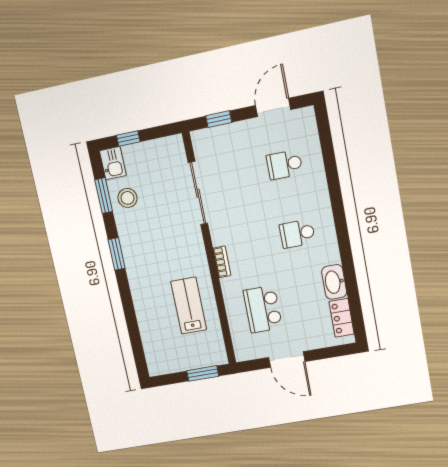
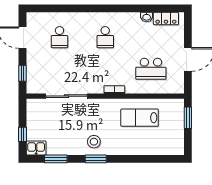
stool: (127, 198) -> (94, 142), moved
washbasin: (334, 282) -> (147, 17), width x0.52, depth x0.69

